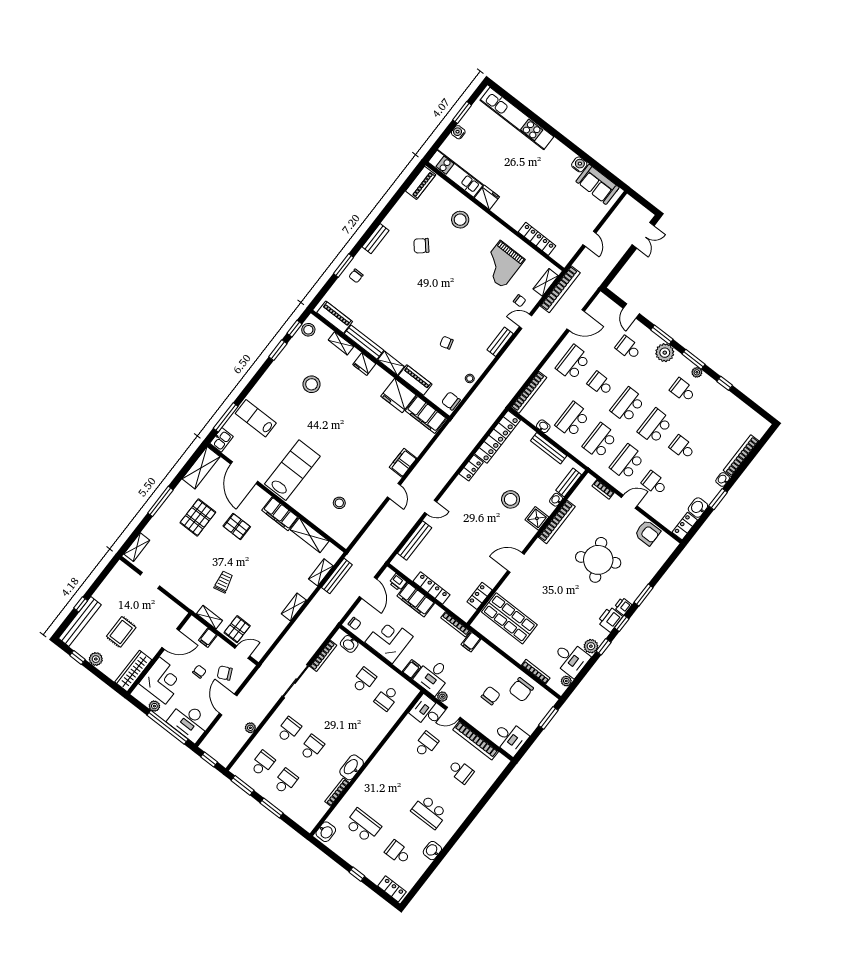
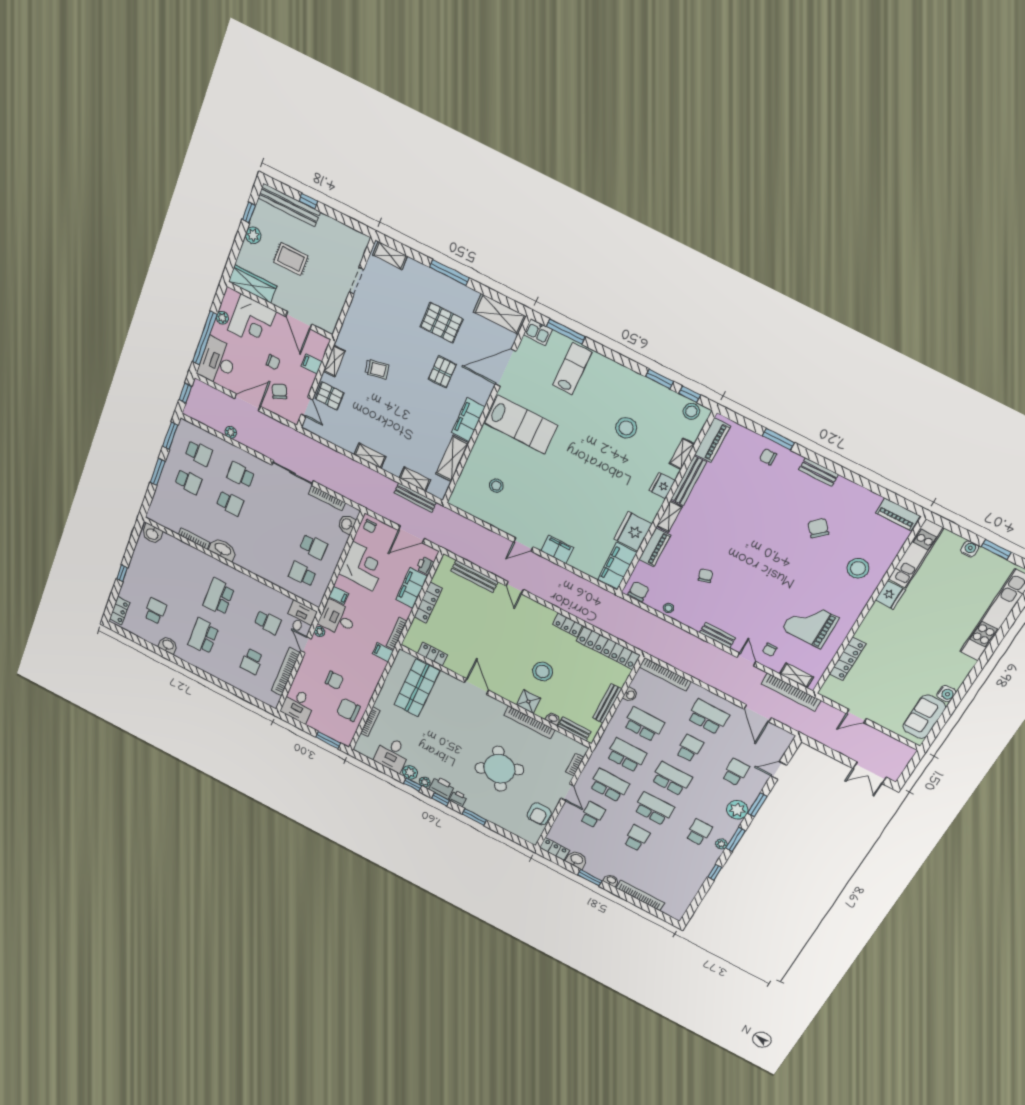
plant: (566, 681) -> (425, 782), moved
school desk: (289, 730) -> (241, 475), turned 180
school desk: (363, 825) -> (219, 597), moved, turned 180

